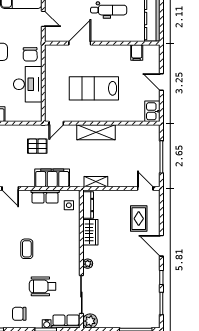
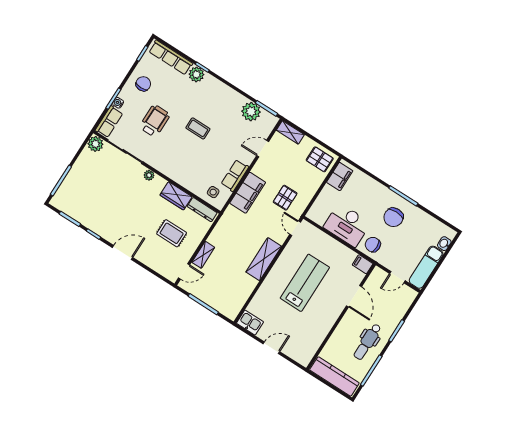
filing cabinet: (137, 52) -> (363, 264), moved
shelving: (96, 182) -> (203, 255), moved
rug: (139, 219) -> (172, 233), moved

